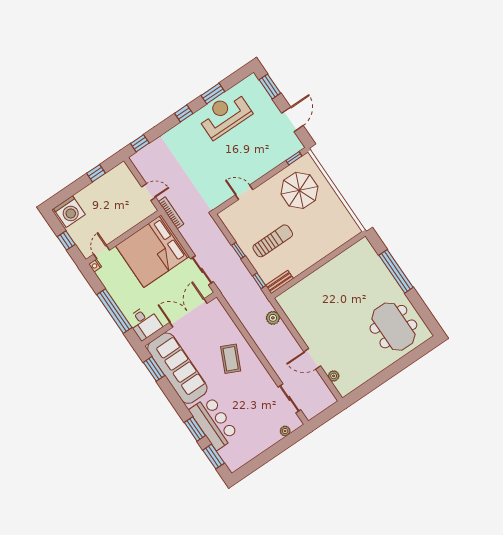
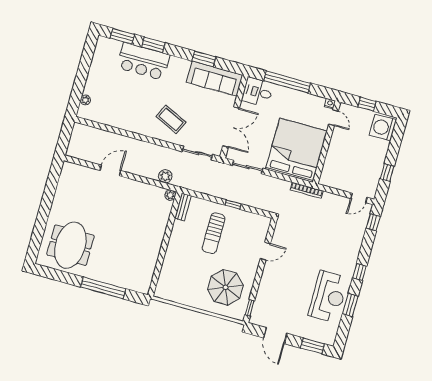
door: (149, 192) -> (359, 198), moved
window: (259, 281) -> (199, 195), removed
meeting table: (393, 327) -> (70, 245), turned 90
sofa: (177, 368) -> (215, 79), width x0.74, depth x0.79
window: (154, 369) -> (204, 59), moved
plant: (334, 376) -> (170, 195), moved
sliding door: (289, 398) -> (197, 153), moved

